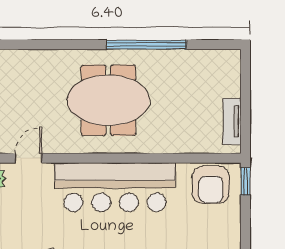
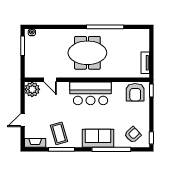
door: (28, 158) -> (50, 80), swing flipped
bar counter: (115, 187) -> (91, 93), width x0.73

